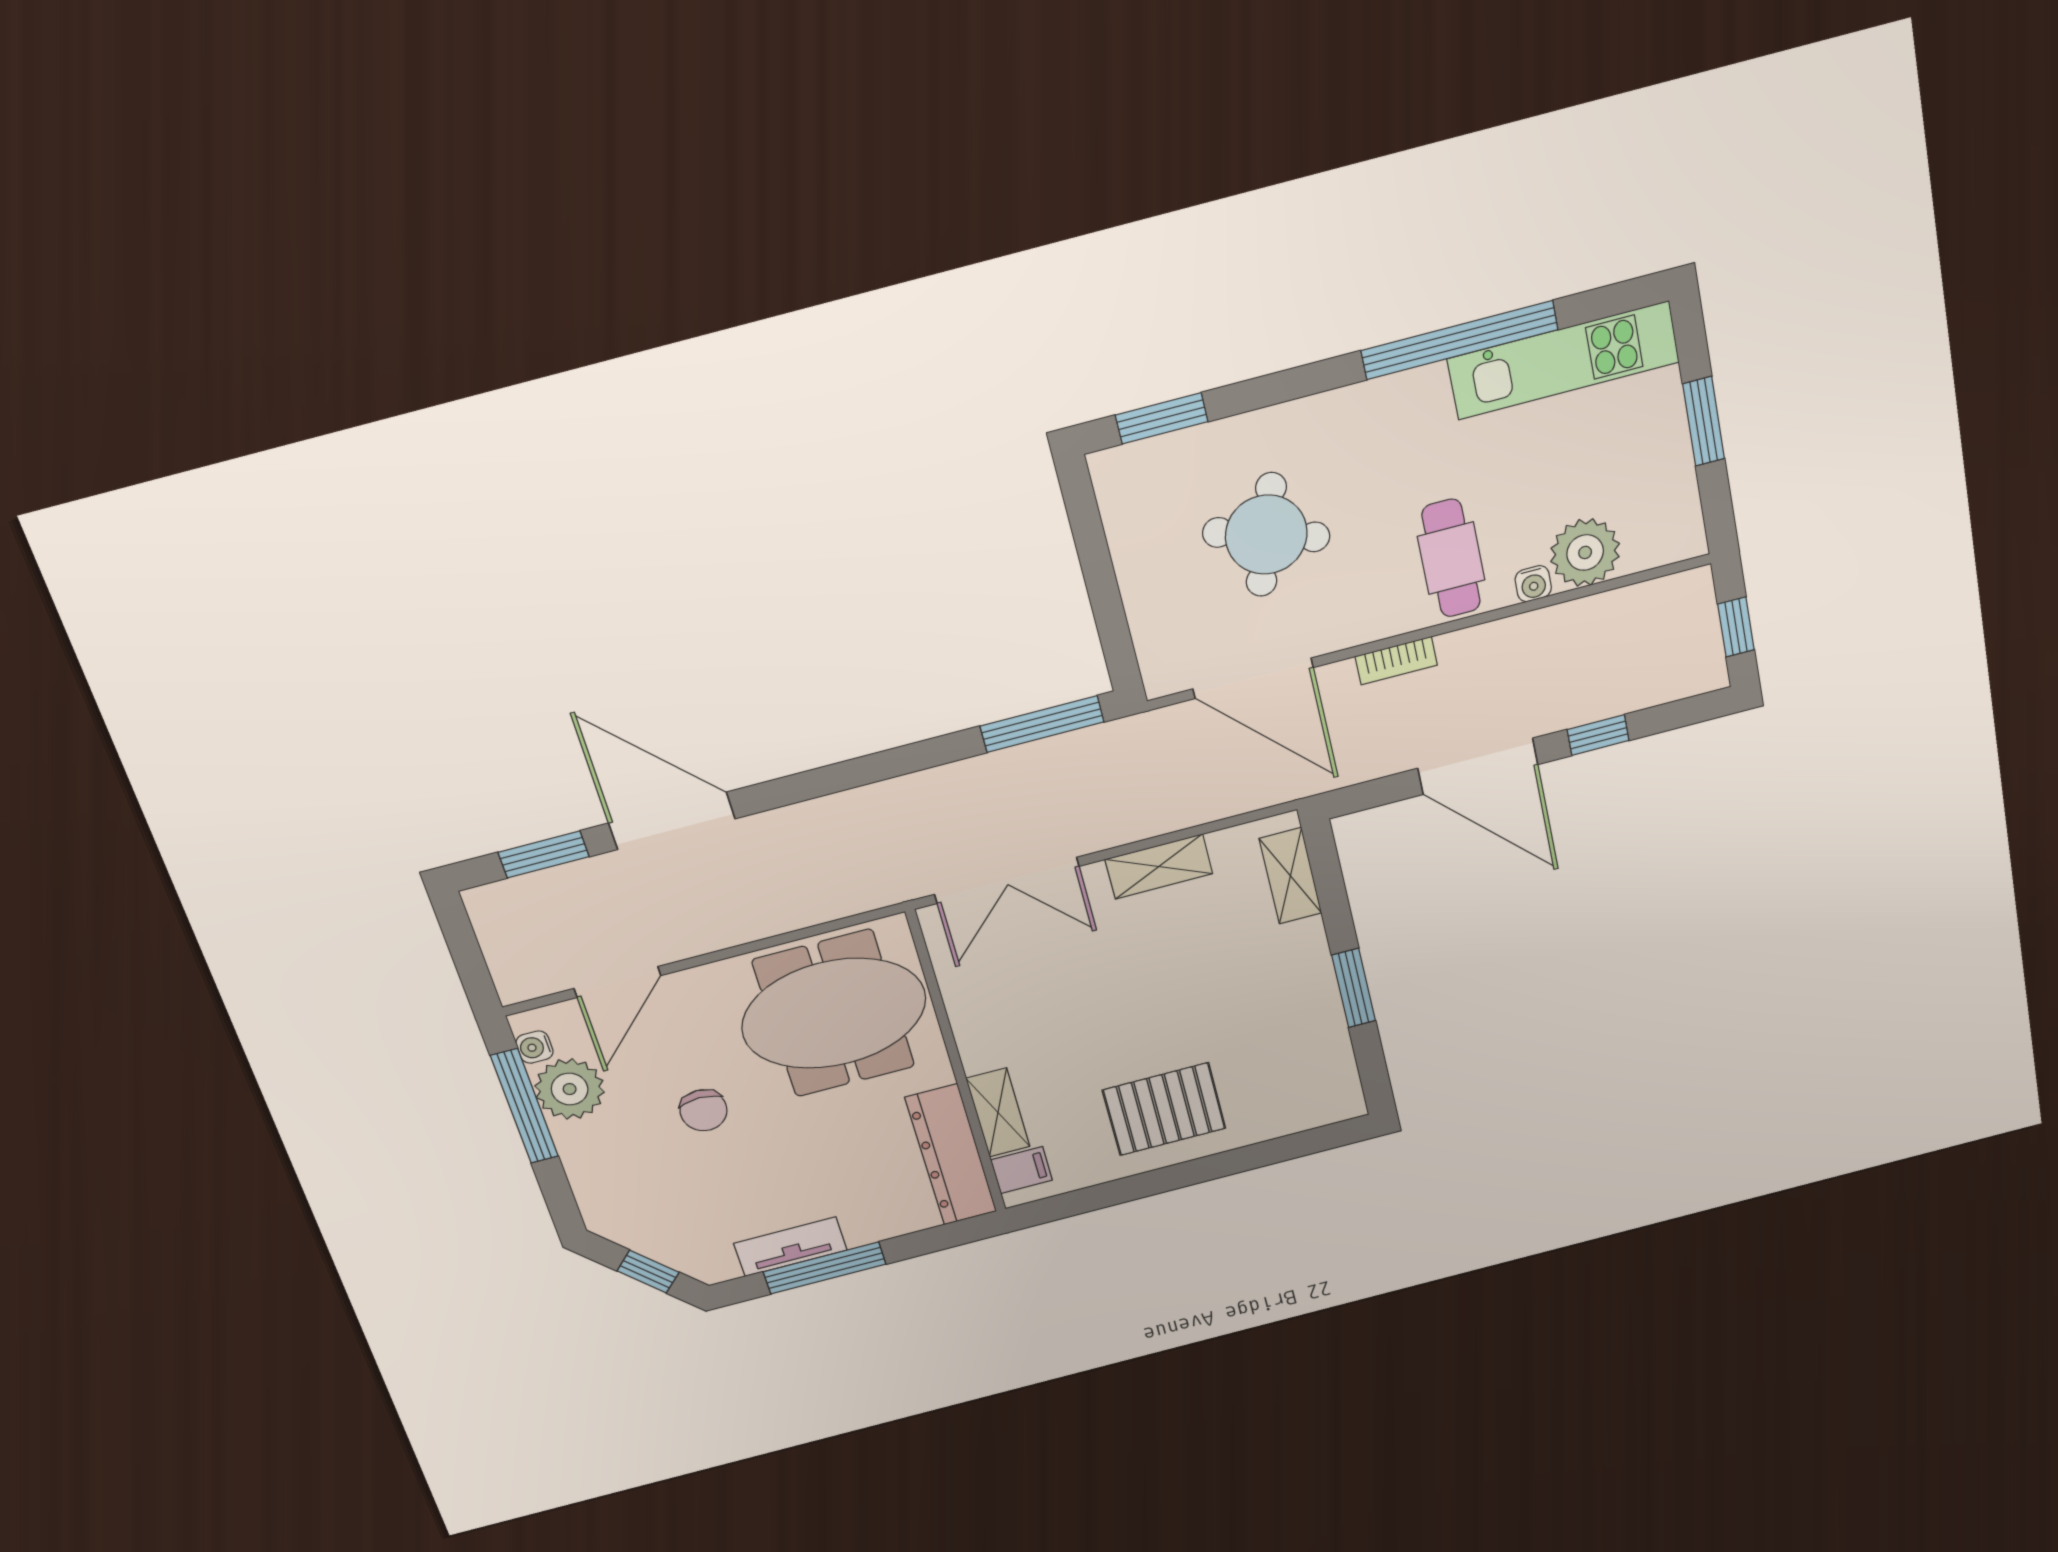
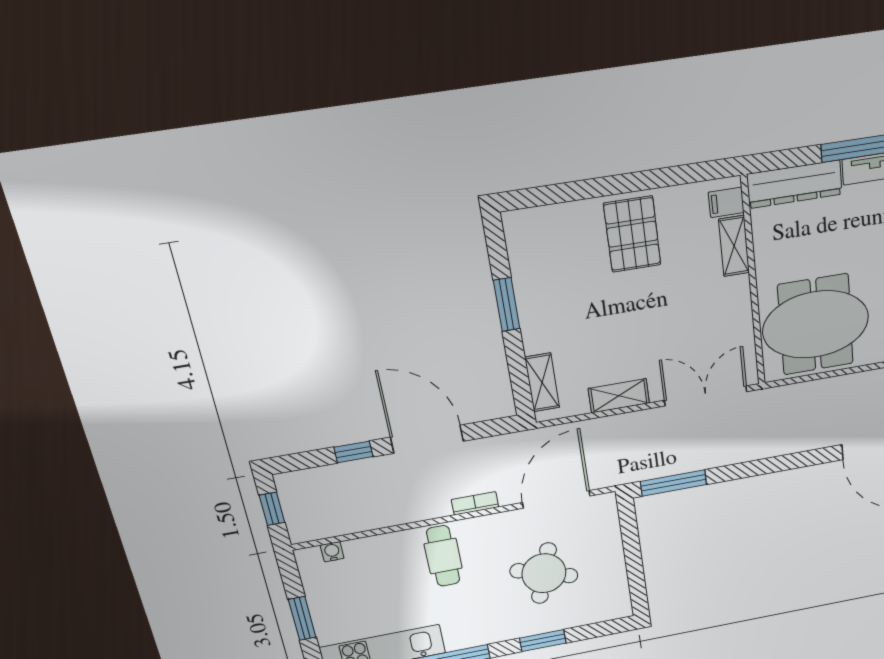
window: (1162, 418) -> (543, 641), moved
plant: (1585, 552) -> (366, 555), removed
water cooler: (1533, 584) -> (332, 552), moved
door: (1253, 678) -> (556, 499), hinge flipped
pallet: (1164, 1109) -> (632, 234), turned 90
dresser: (951, 1155) -> (795, 184), moved, turned 90

